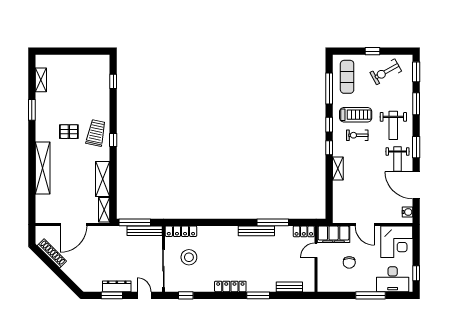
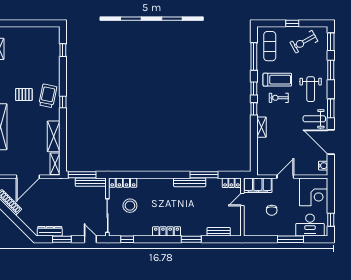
weight bench: (397, 159) -> (314, 119), turned 90
door: (365, 224) -> (285, 177), swing flipped
dresser: (117, 286) -> (50, 231), moved

